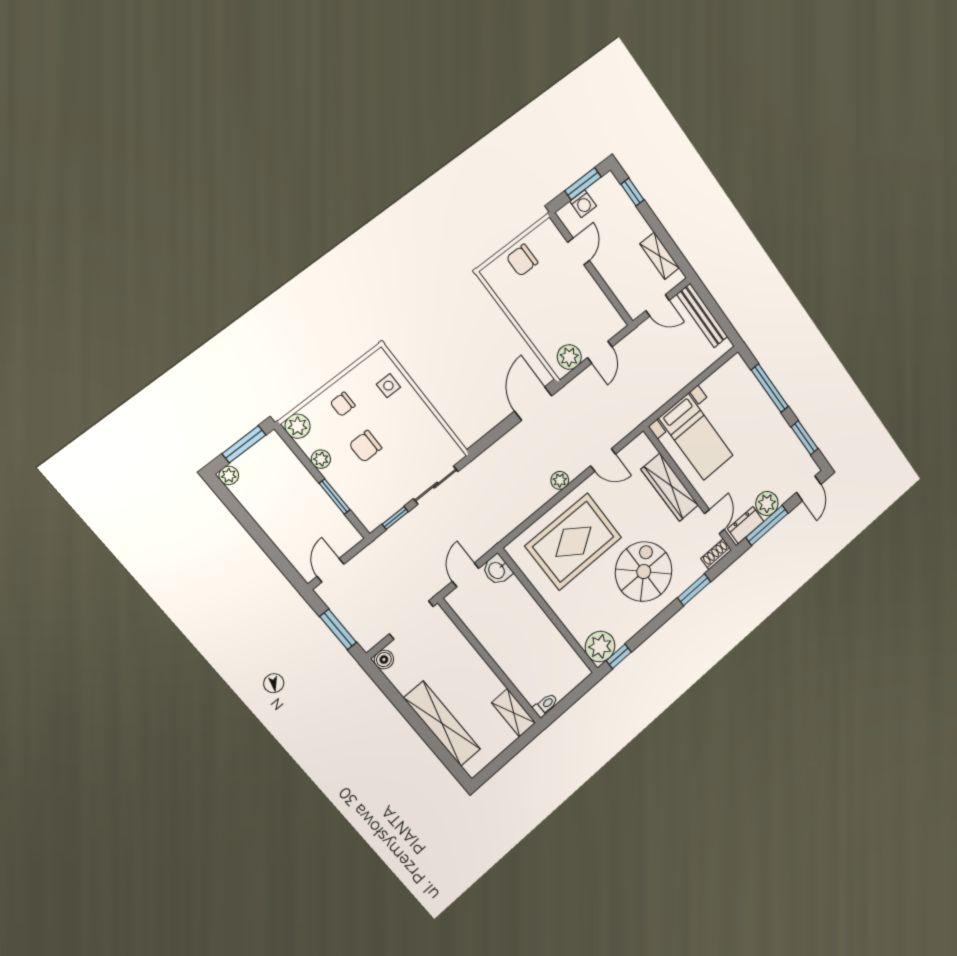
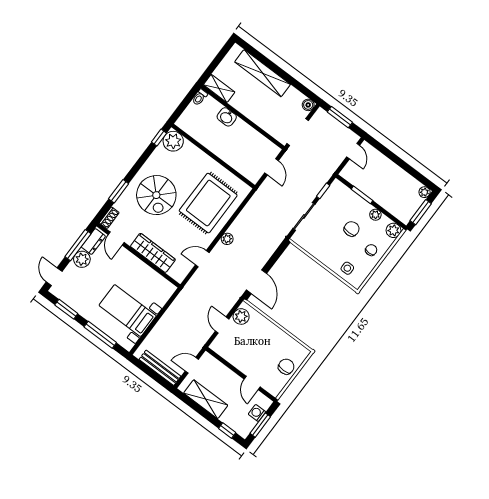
shelving: (660, 256) -> (206, 399), width x1.50, depth x1.33
bed with nightstands: (696, 437) -> (128, 311), moved
washbasin: (497, 570) -> (227, 117), moved, turned 180

